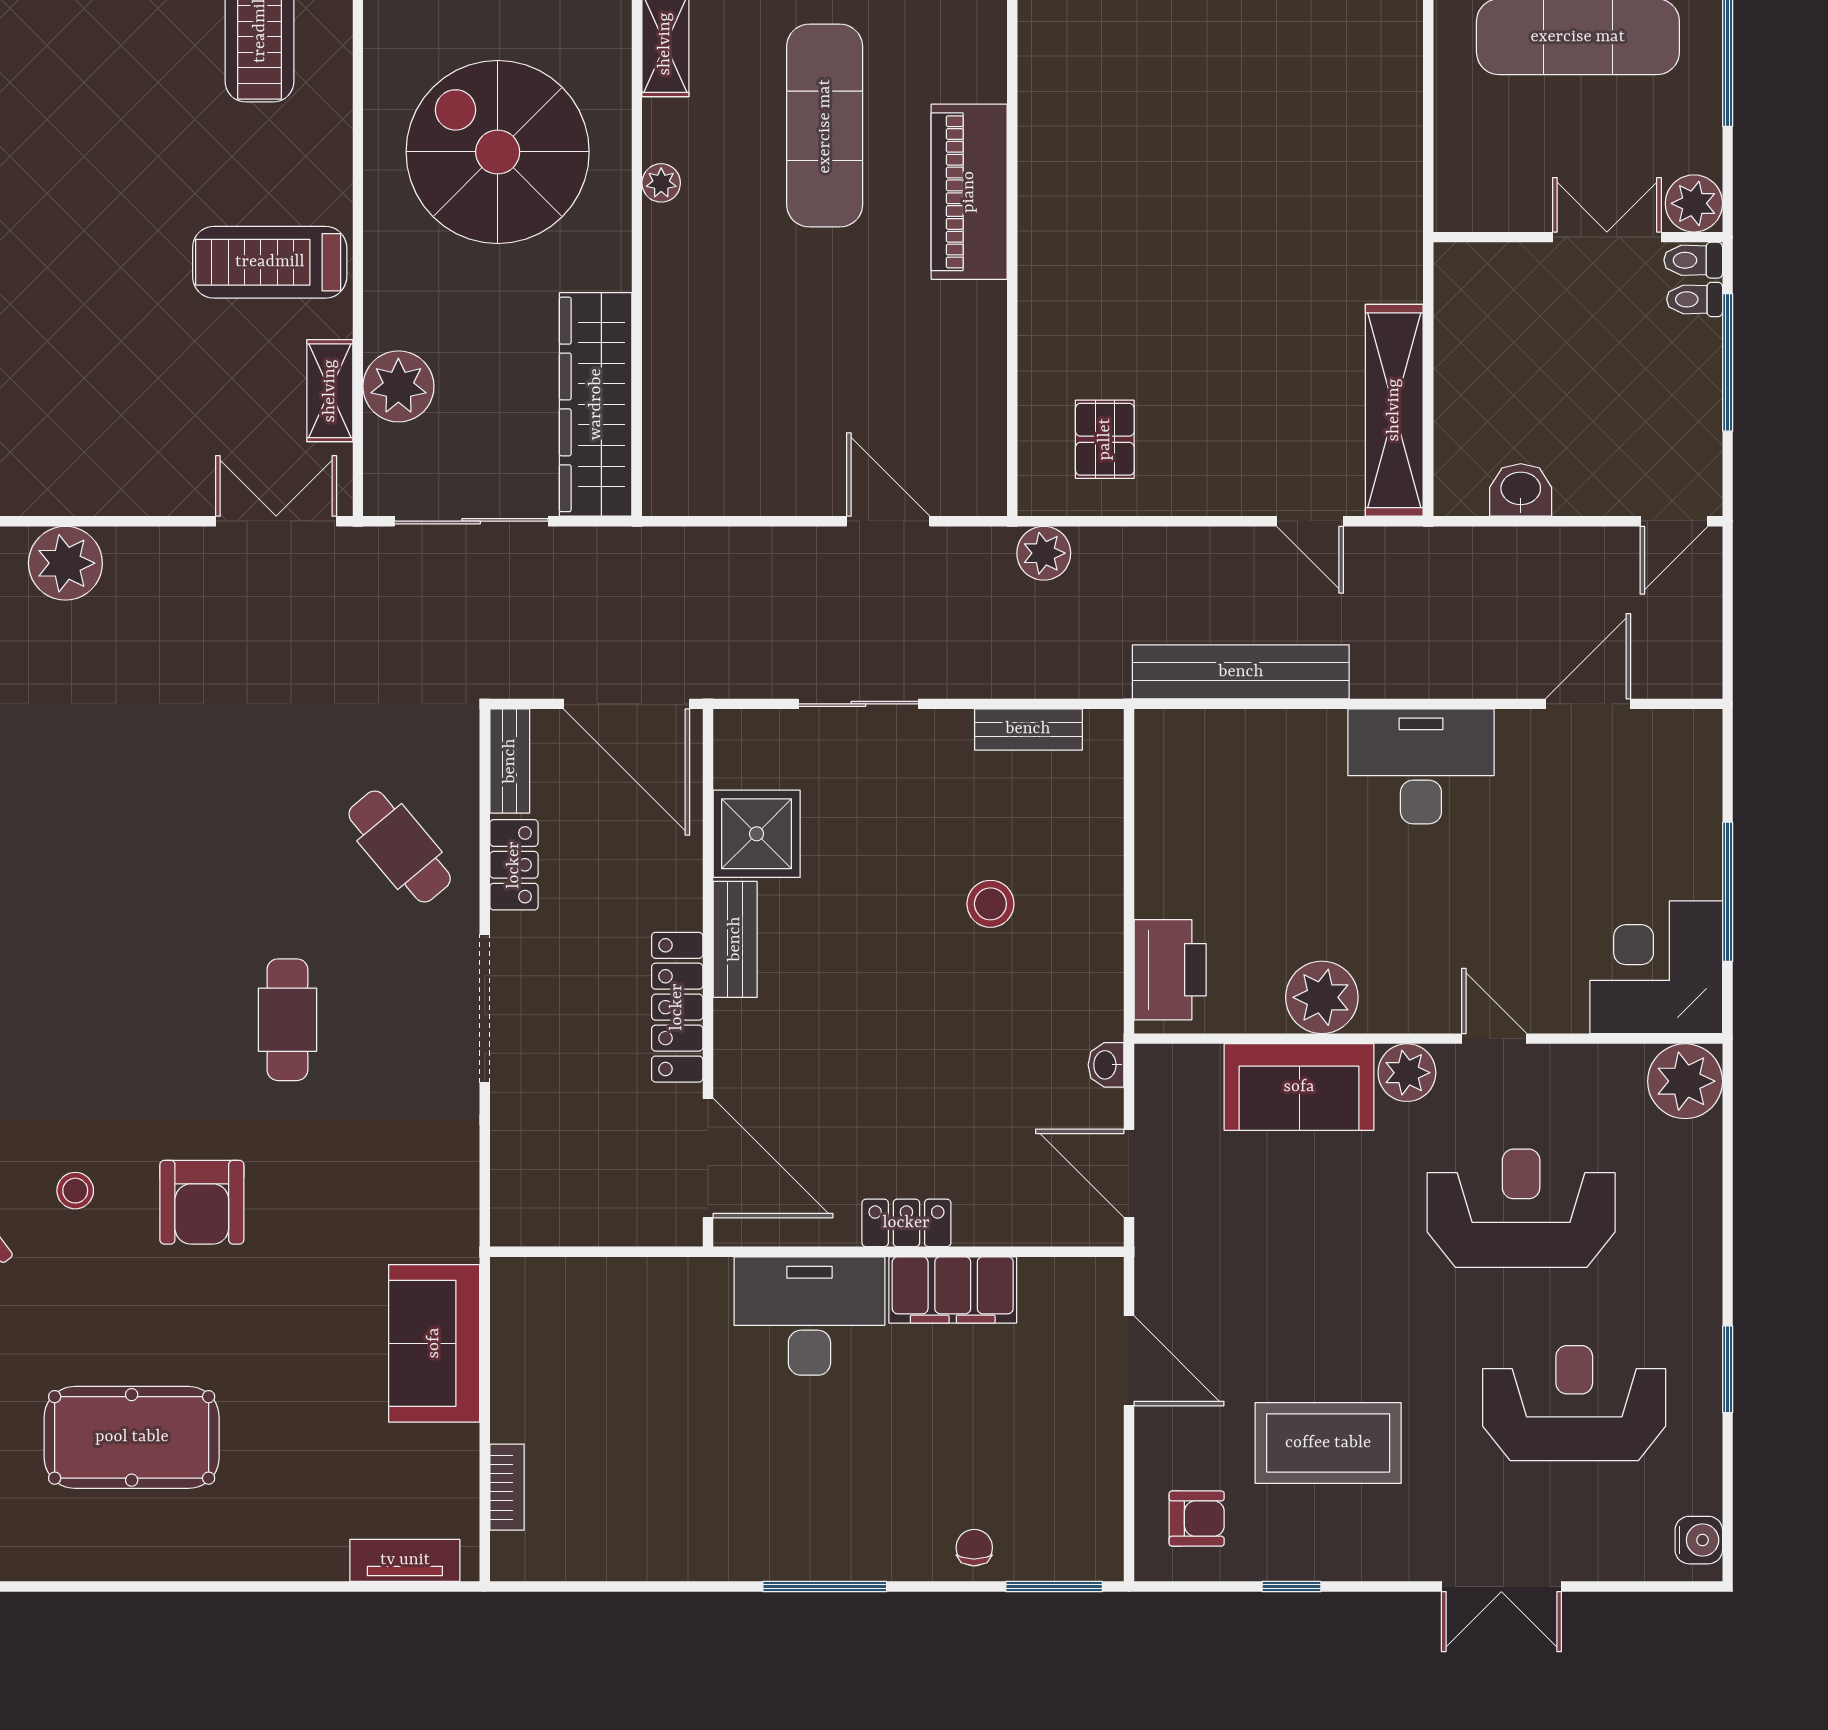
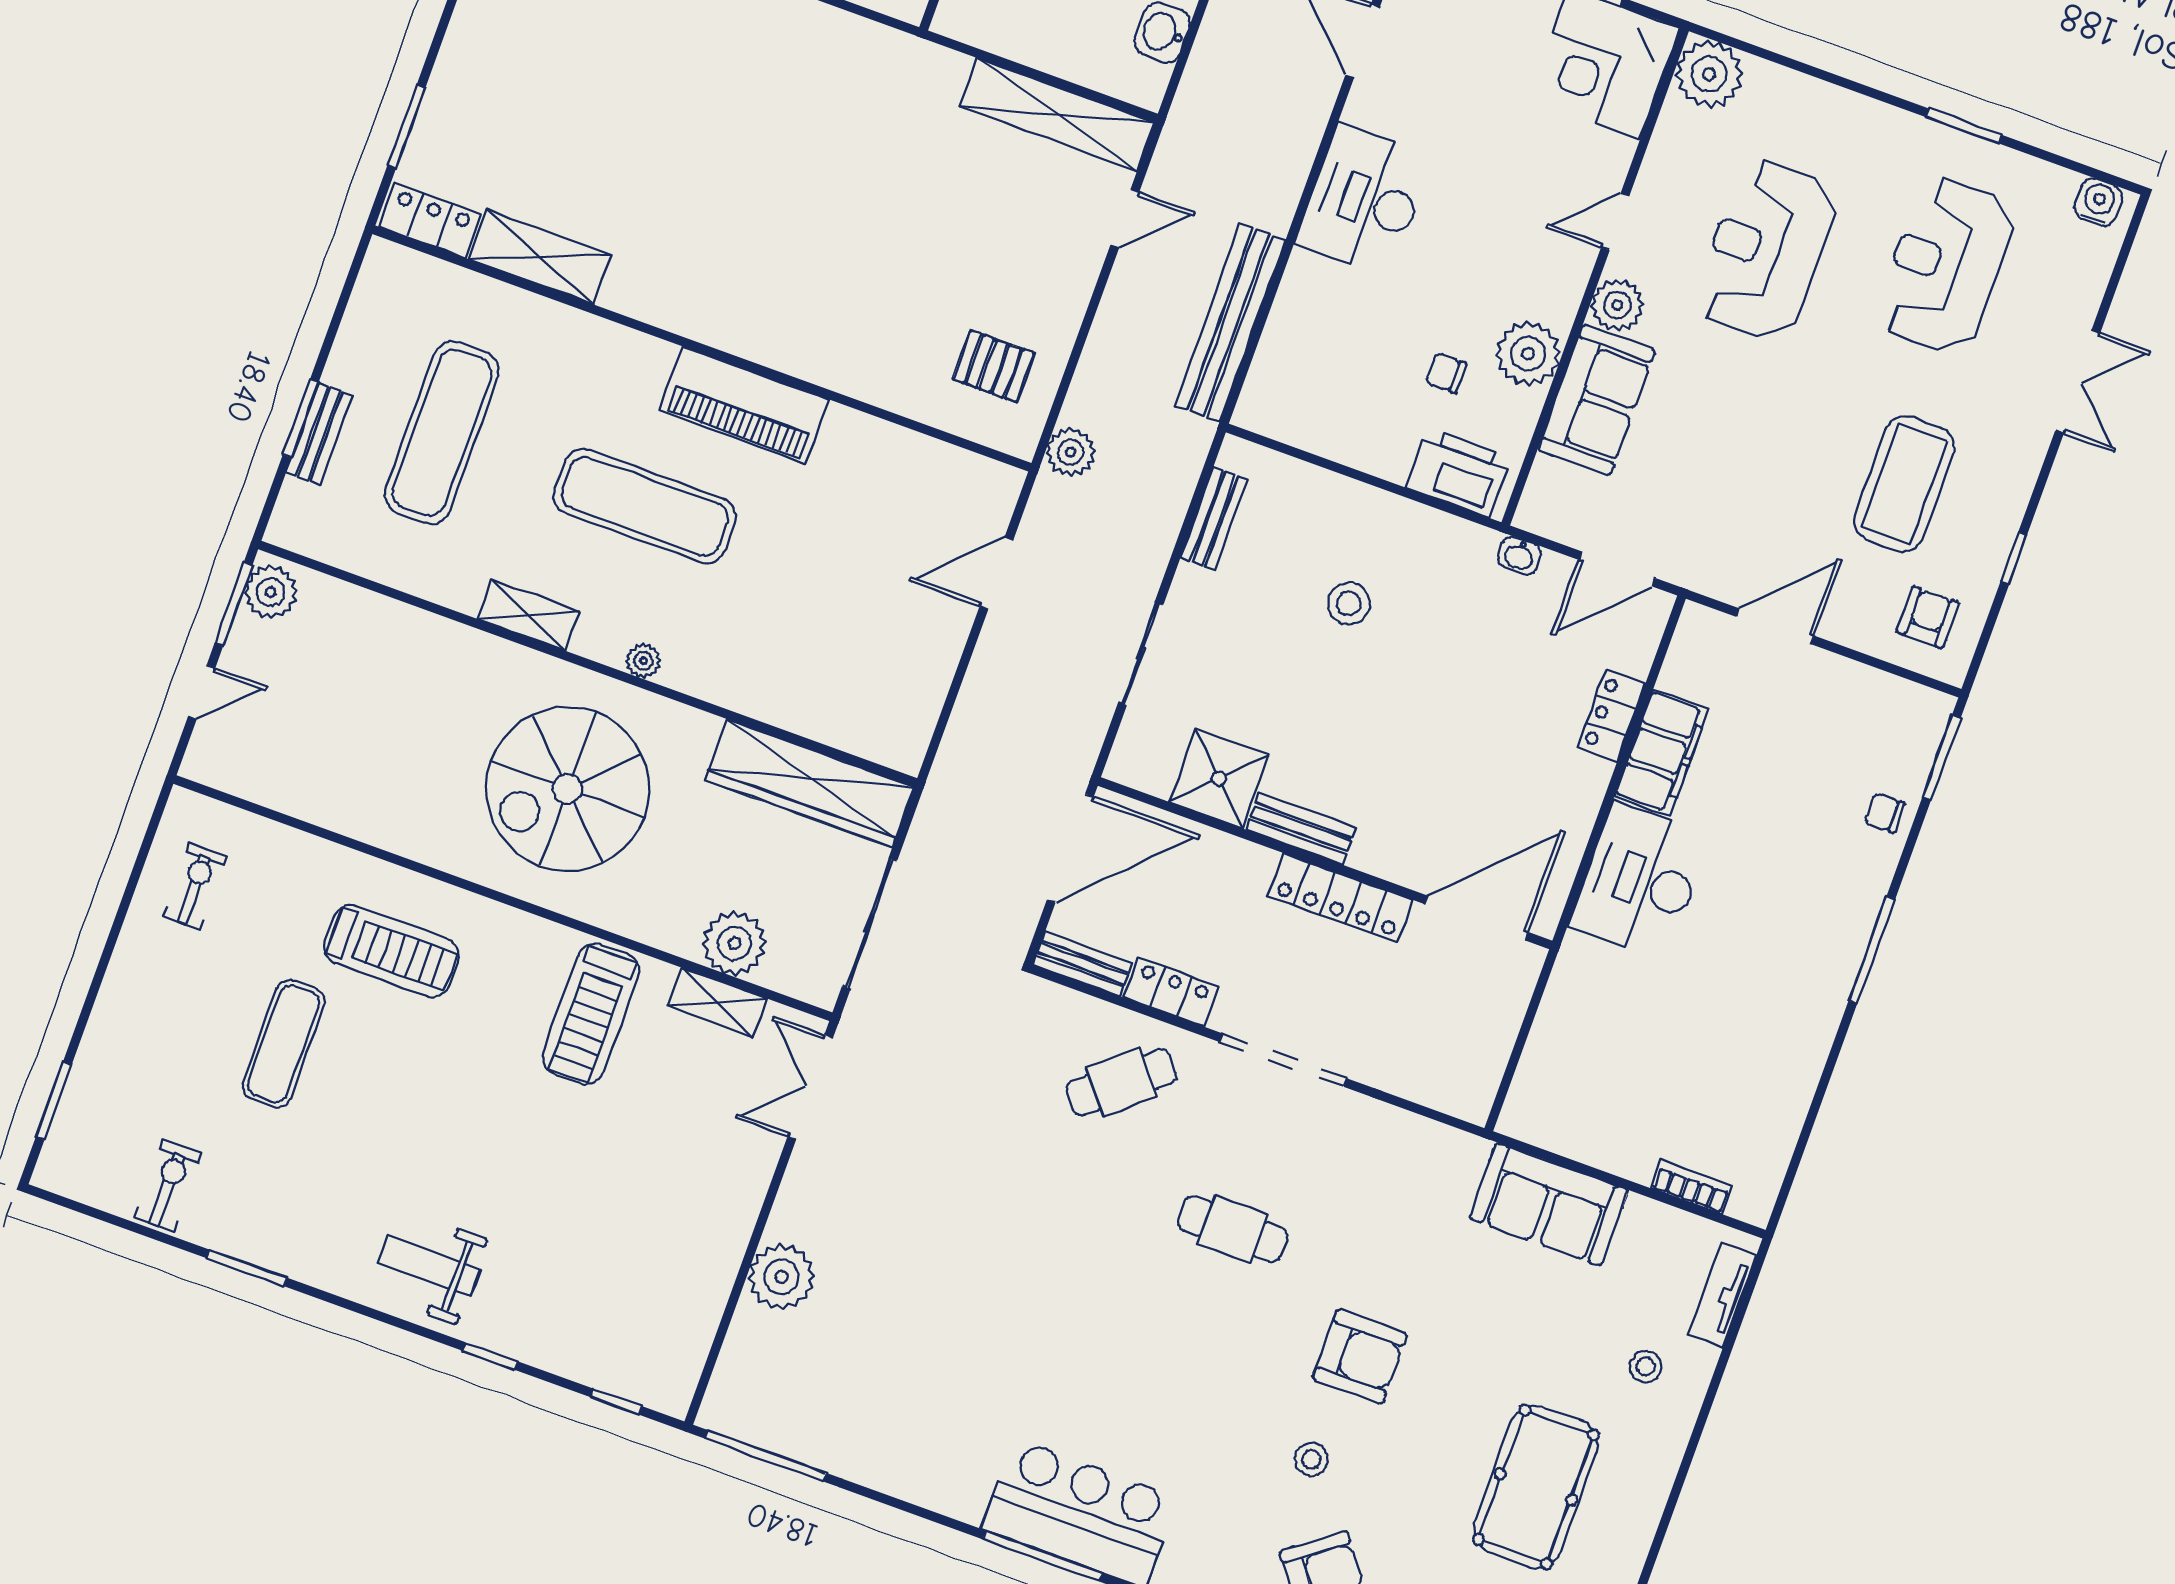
chair: (1270, 918) -> (1446, 373), added
locker: (906, 1223) -> (1611, 716), moved
stool: (300, 1507) -> (1646, 1367), added

